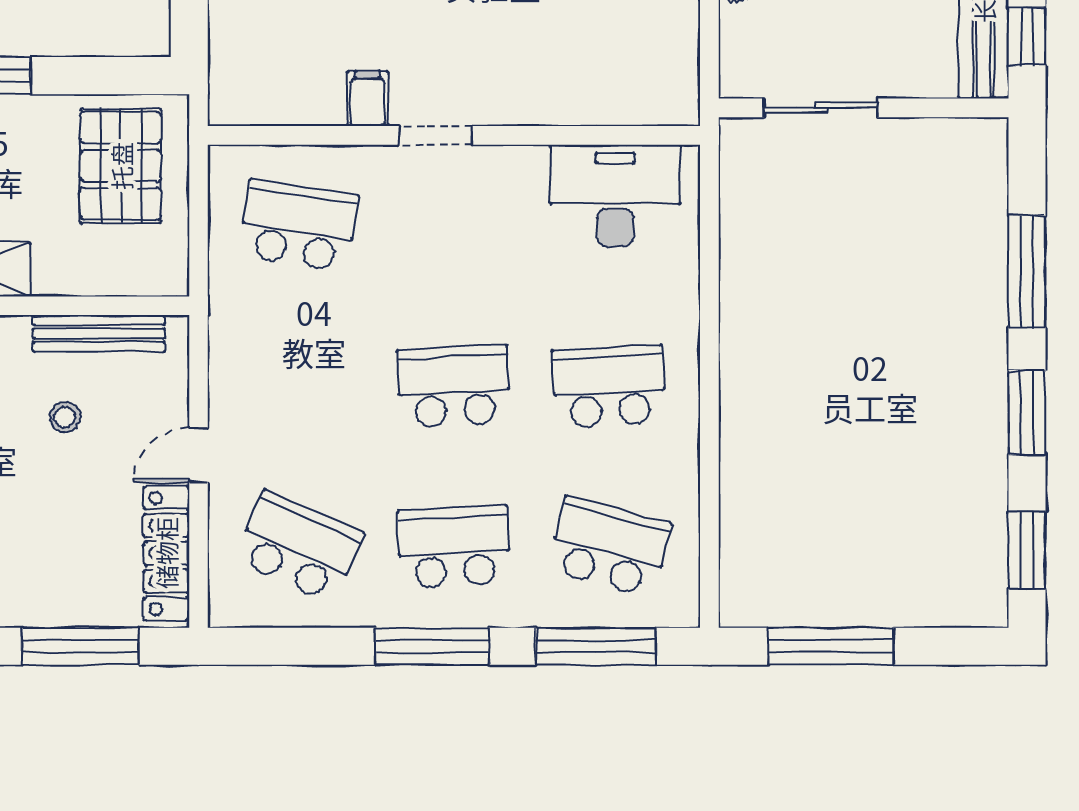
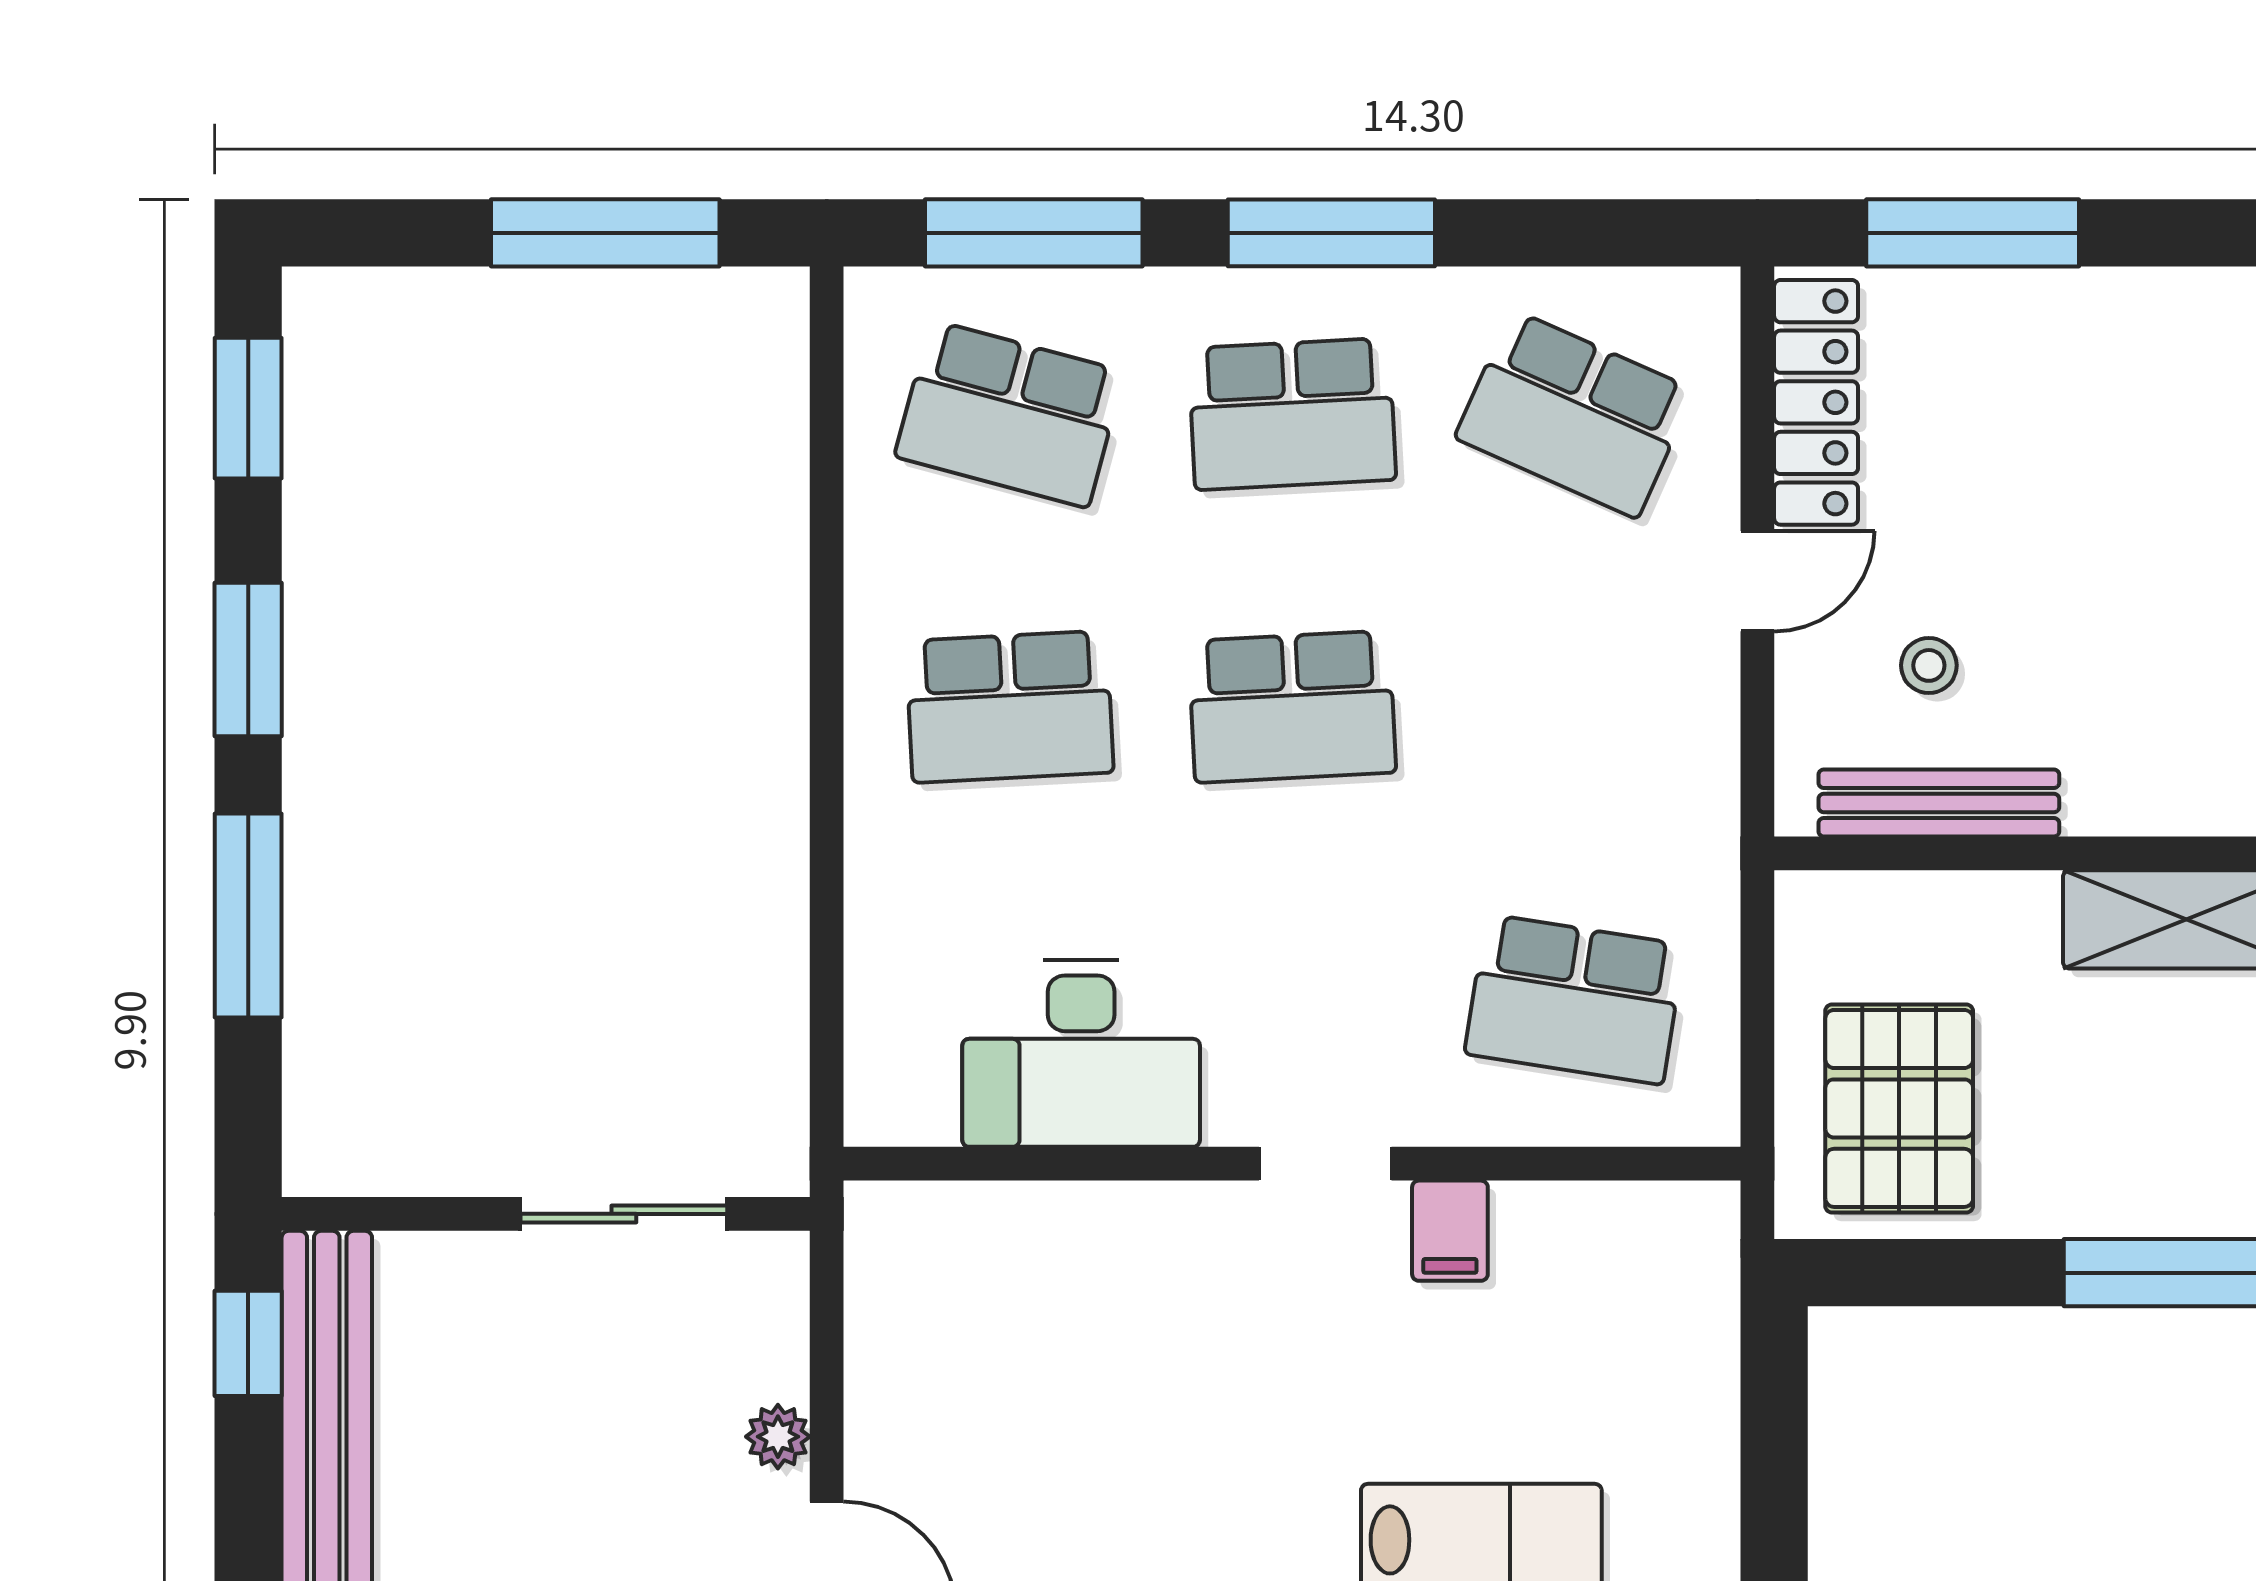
desk: (615, 196) -> (1081, 1054), moved
stool: (65, 417) -> (1929, 665), moved

